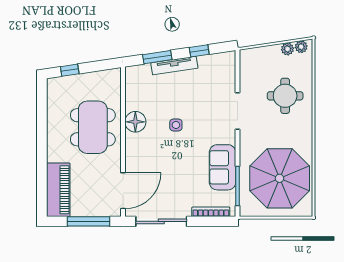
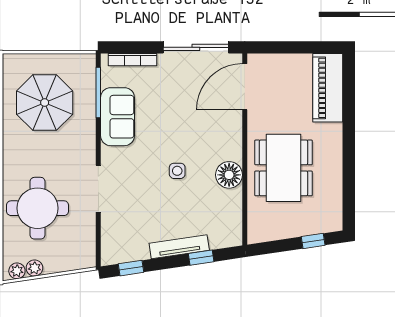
window: (199, 51) -> (131, 268), moved
window: (157, 57) -> (201, 258), width x0.67
round table: (285, 96) -> (38, 208), width x1.36, depth x1.36
parasol: (280, 178) -> (45, 103), width x0.73, depth x0.73
window: (89, 221) -> (289, 47), removed

